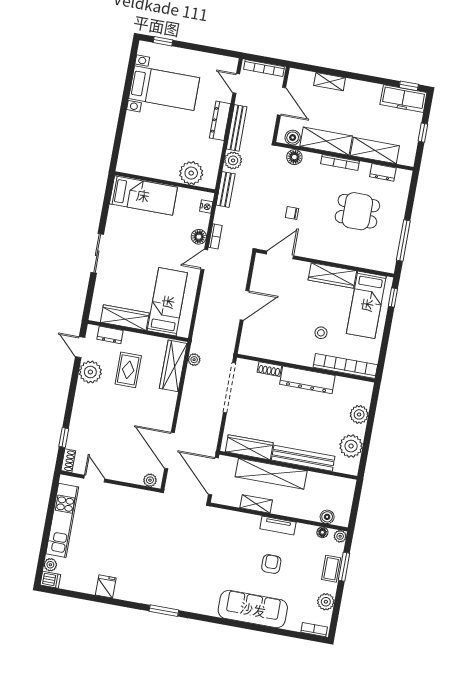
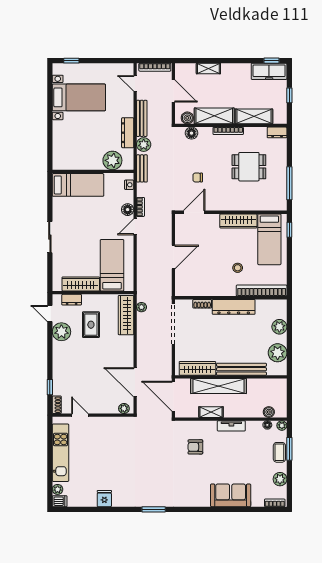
dresser: (220, 121) -> (128, 133), moved
dresser: (383, 172) -> (277, 132), moved
armchair: (271, 564) -> (195, 447), moved, turned -90
sofa: (253, 609) -> (231, 495), width x0.73

